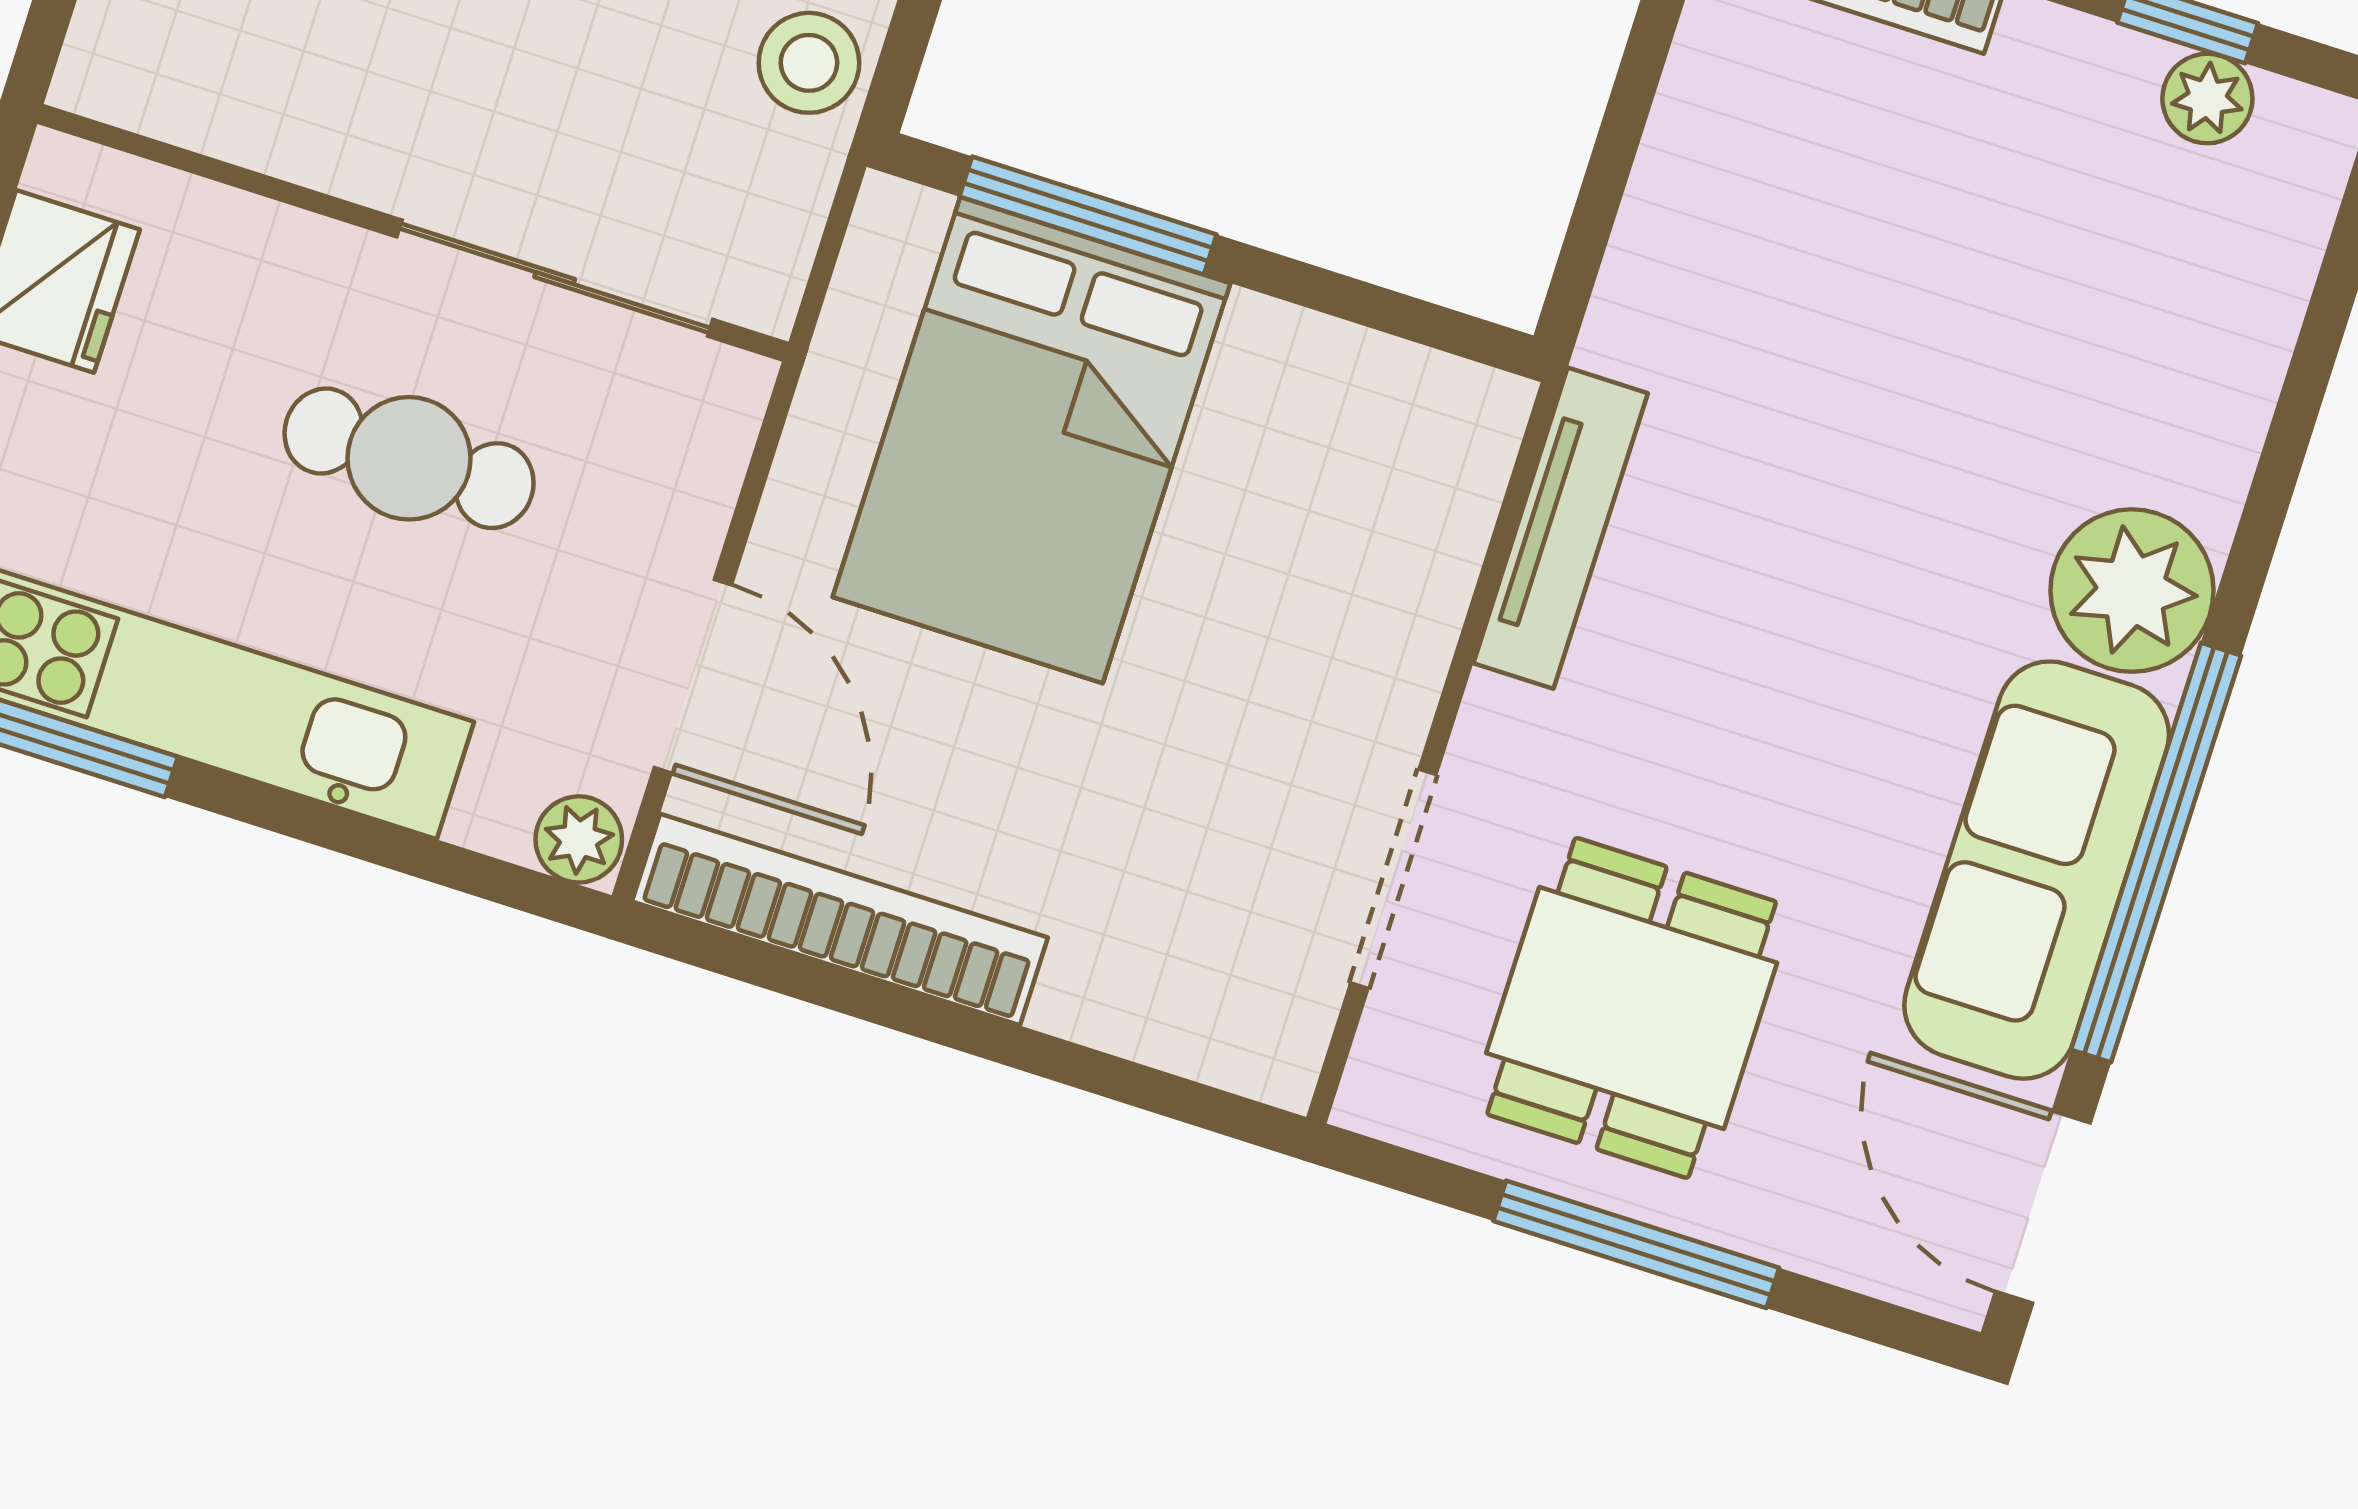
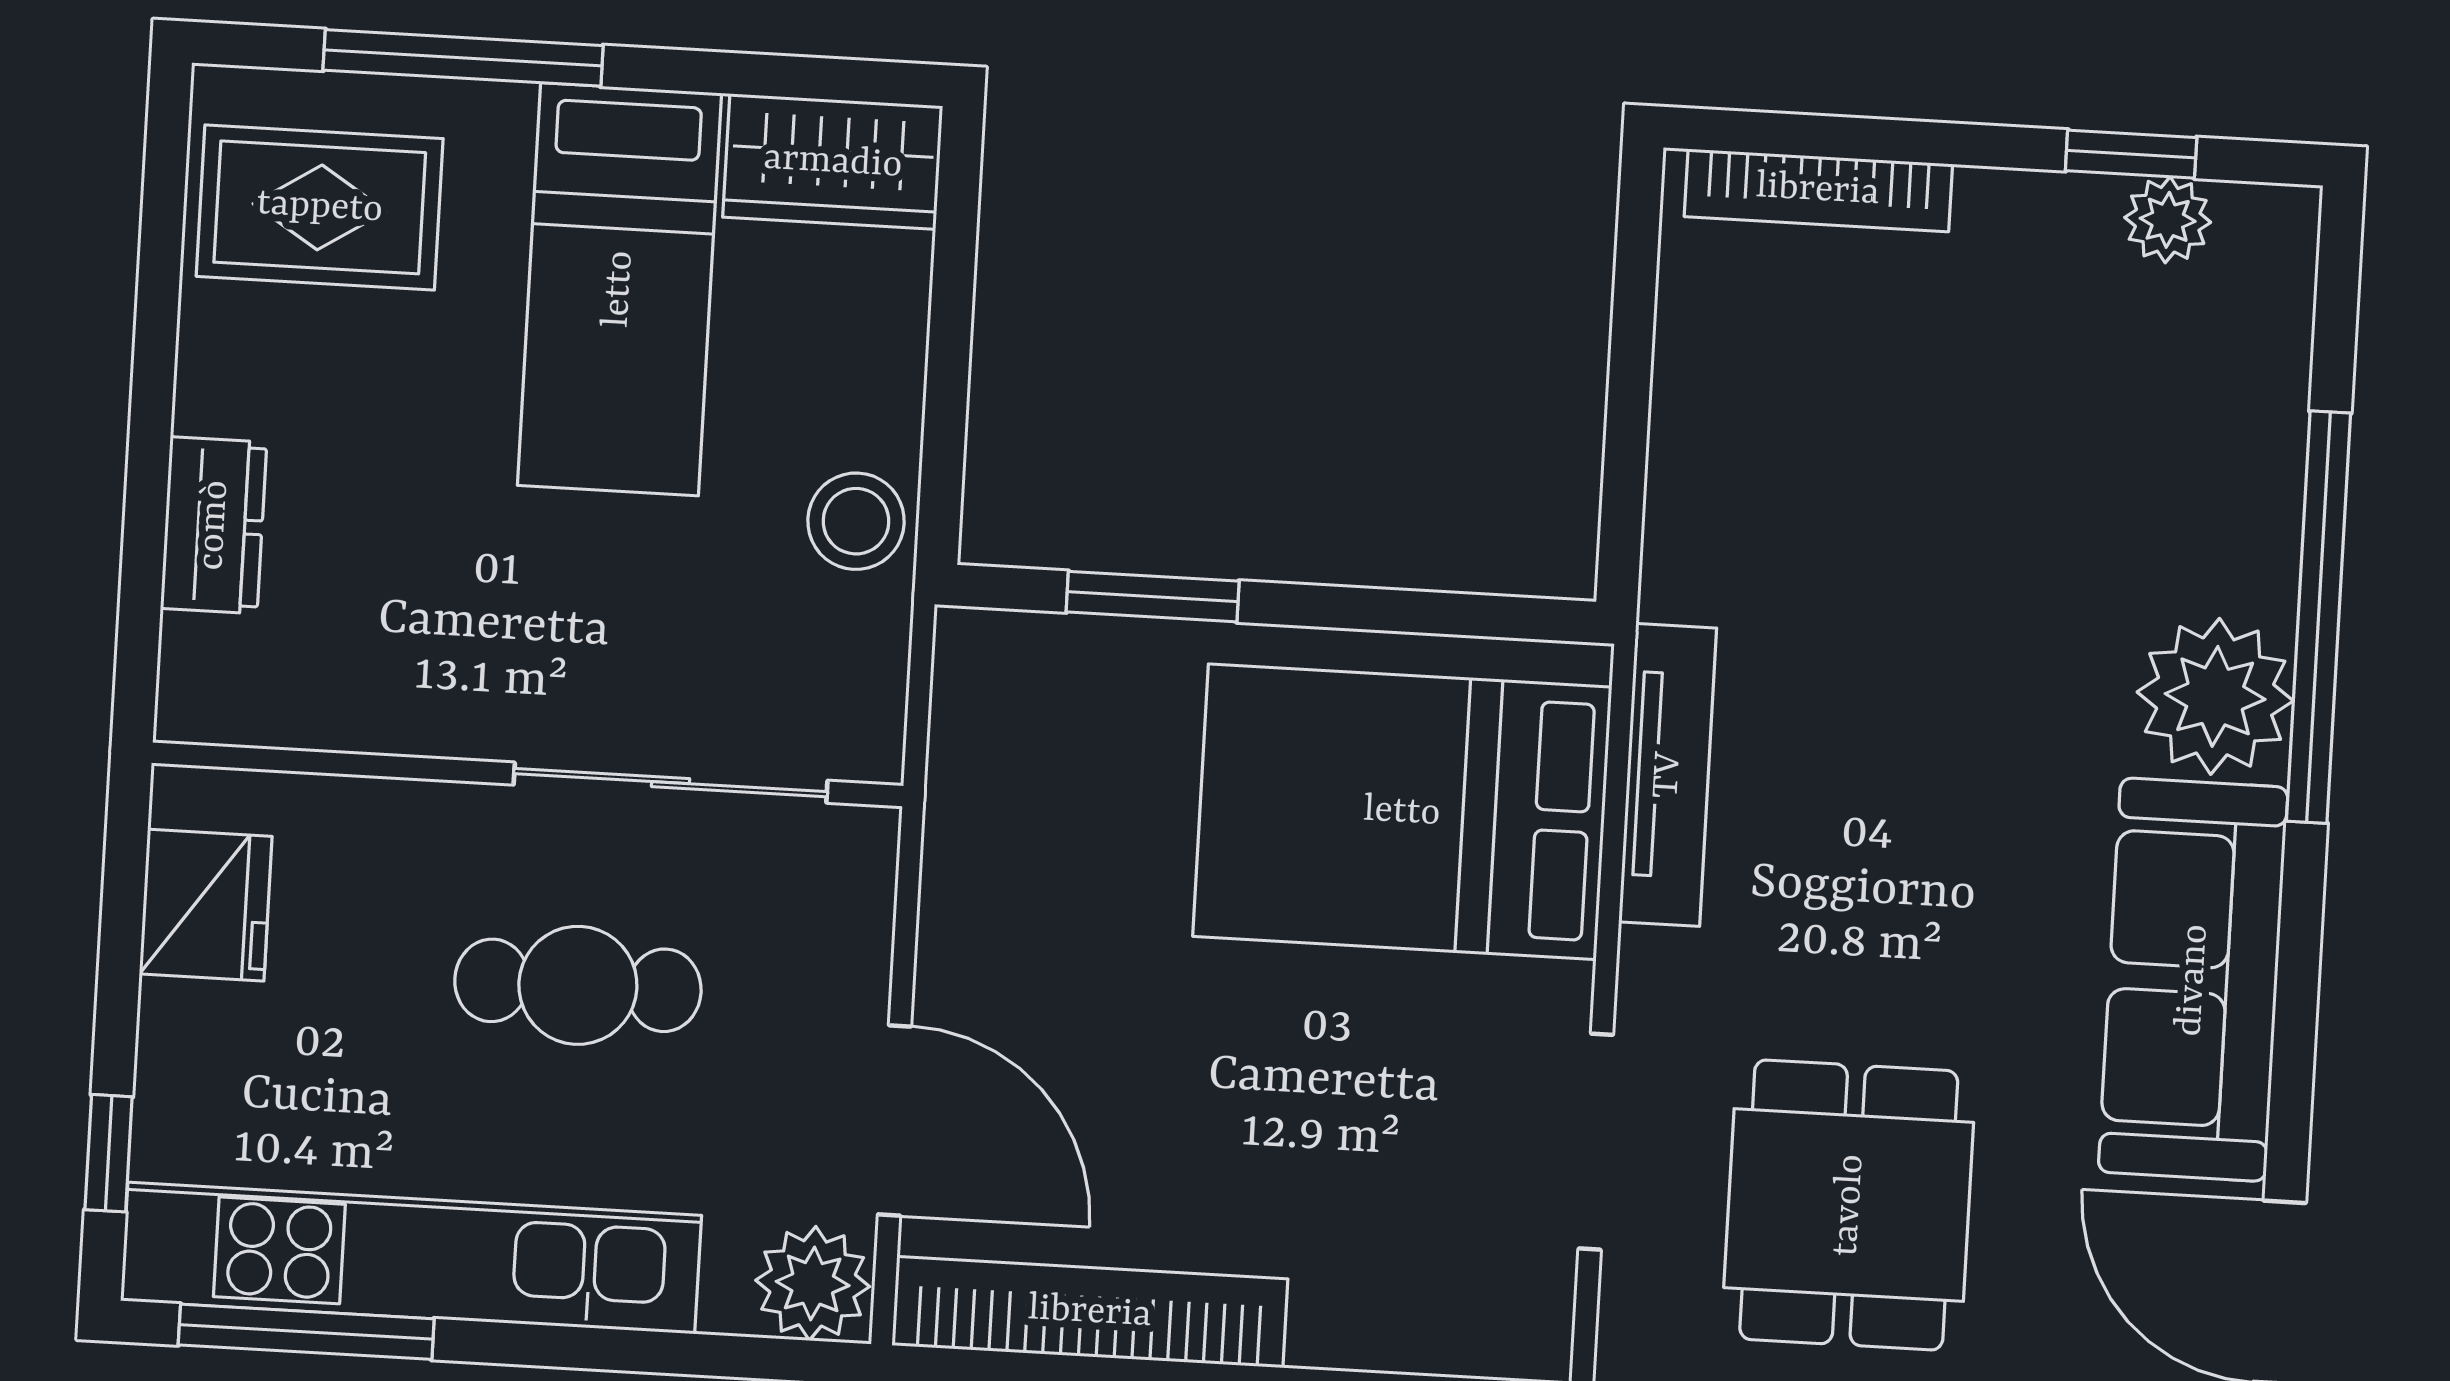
window: (1088, 215) -> (1153, 597), width x0.69
bed: (1031, 440) -> (1402, 812), moved, turned 90
plant: (579, 839) -> (813, 1283), width x1.38, depth x1.38
window: (2156, 853) -> (2318, 617), moved

